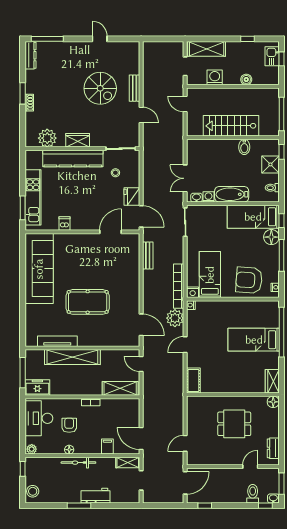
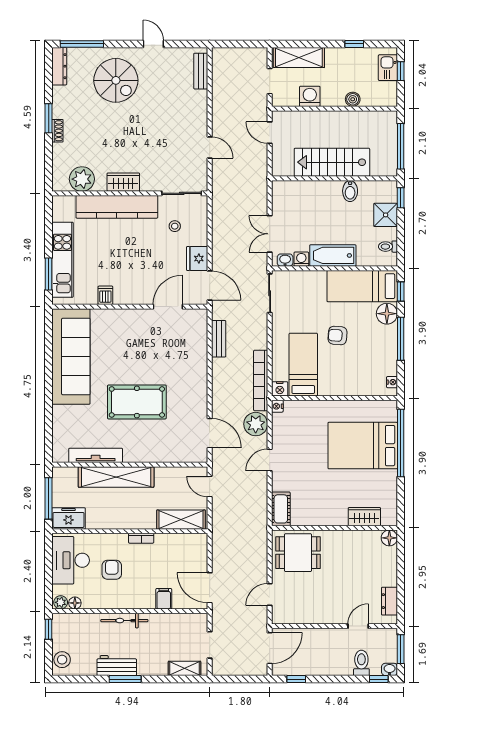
spiral stairs: (100, 88) -> (116, 80), moved
bench: (135, 88) -> (201, 71), moved
armchair: (249, 280) -> (337, 336), moved, width x0.53, depth x0.53
bed: (254, 340) -> (363, 446), width x1.50
wardrobe: (272, 381) -> (364, 517), moved, turned 90
dining table: (234, 424) -> (298, 553), moved
floor lamp: (69, 450) -> (75, 603), moved
shelving: (128, 462) -> (185, 668), moved
workbench: (95, 496) -> (117, 666), moved

